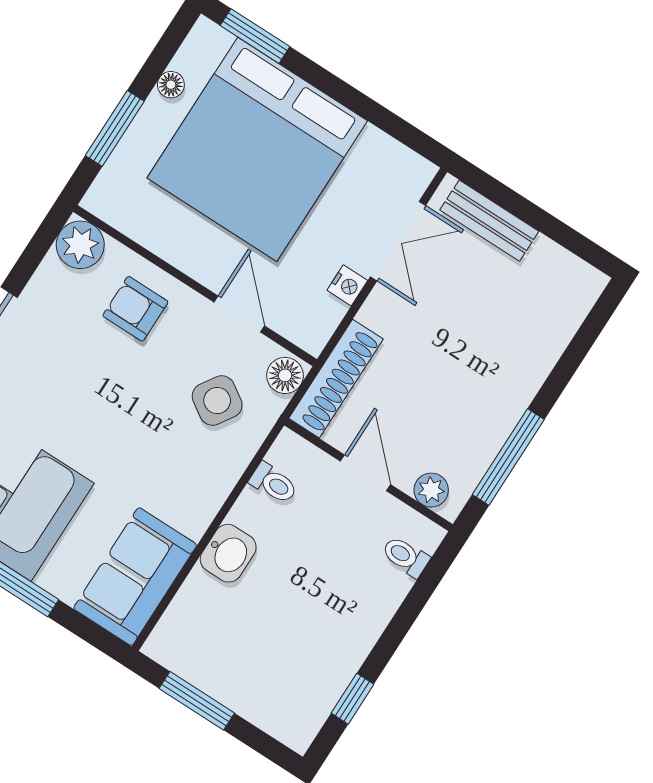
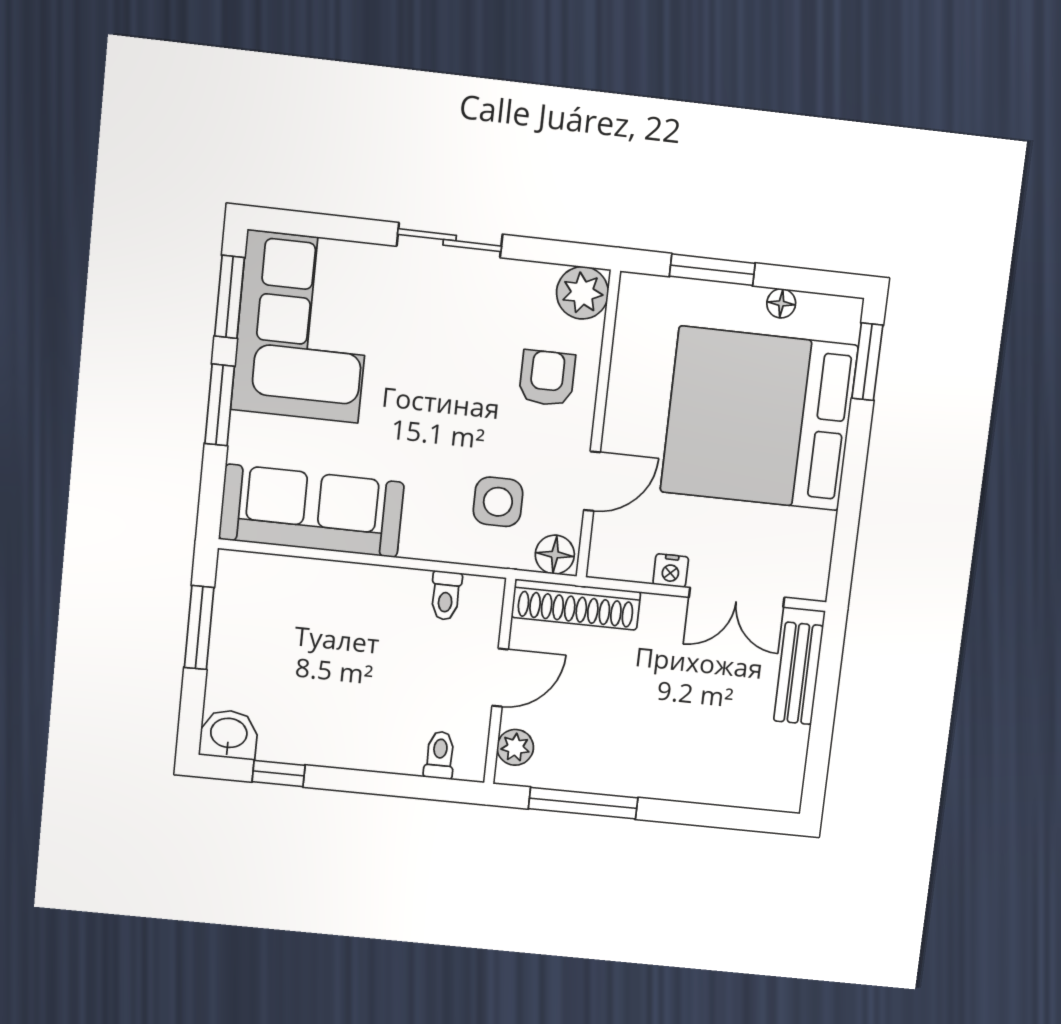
side table: (217, 401) -> (498, 502), turned -33
washbasin: (228, 553) -> (229, 734), moved, turned 180
sofa: (135, 577) -> (311, 511), width x1.36

